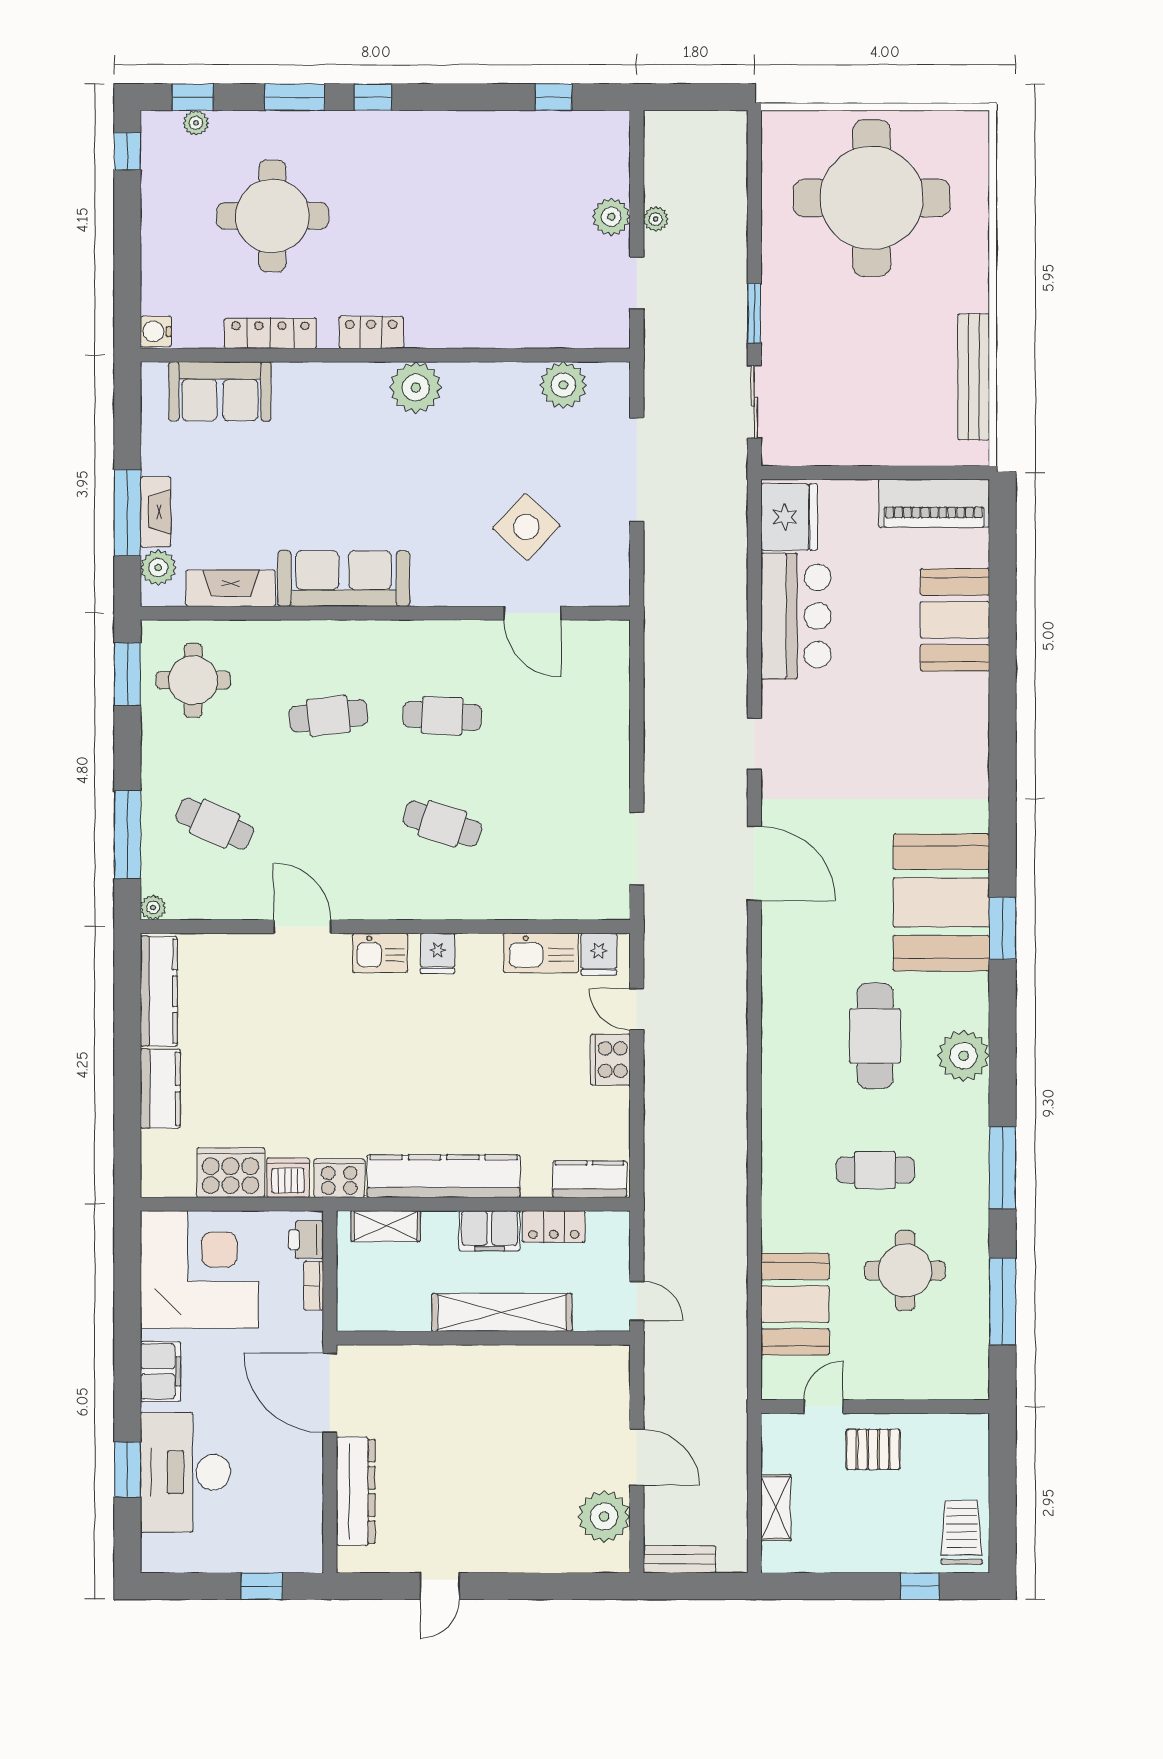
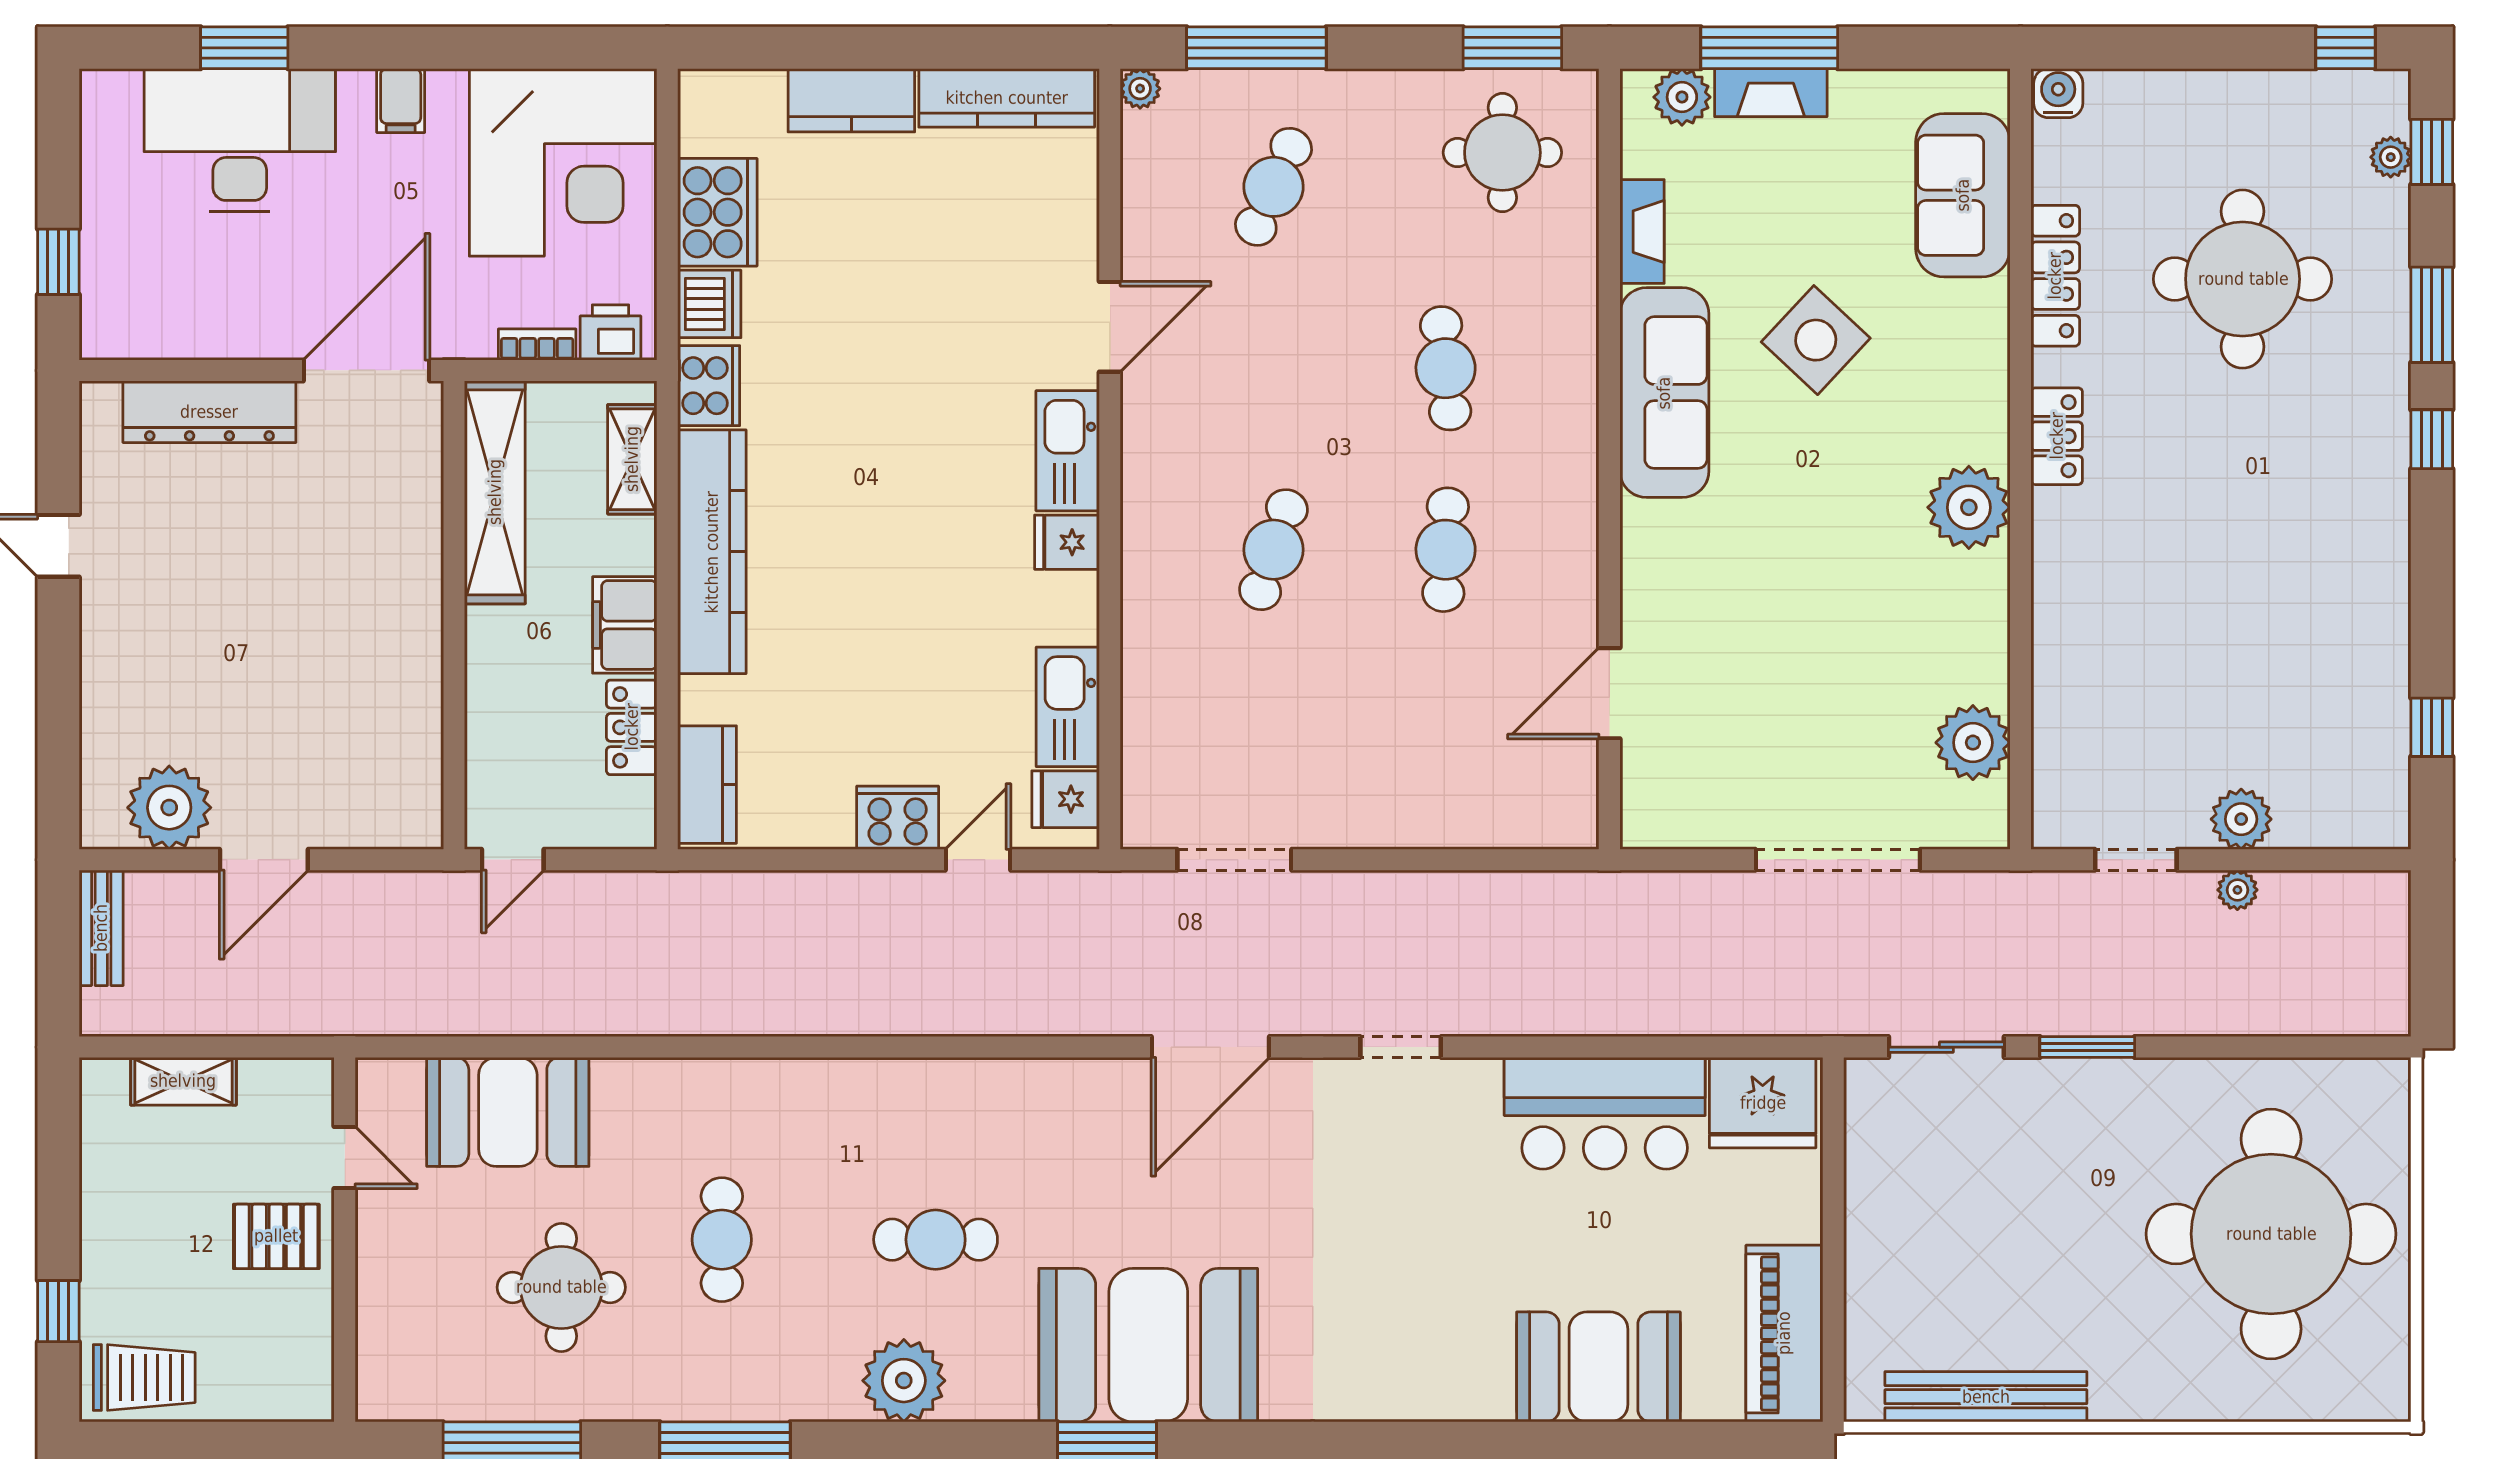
side table: (526, 527) -> (1816, 340), moved
fireplace: (231, 588) -> (1642, 232), width x0.73, depth x0.76
kitchen sink: (380, 953) -> (1068, 451), width x1.38
cafe table: (875, 1036) -> (936, 1240), width x0.73, depth x0.74
shelving: (502, 1312) -> (495, 492), moved
filing cabinet: (160, 1371) -> (401, 101), width x0.50
pallet: (873, 1449) -> (276, 1236), turned 90

